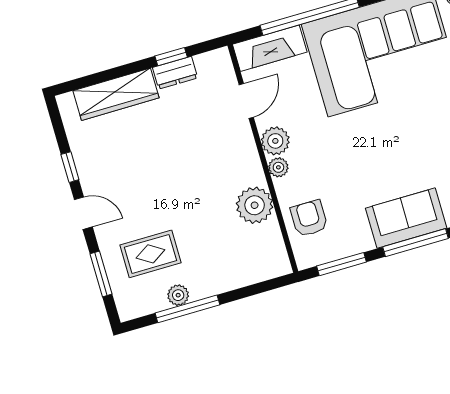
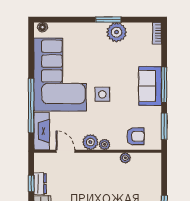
side table: (367, 137) -> (102, 94), added
plant: (255, 205) -> (125, 158), width x0.53, depth x0.53
armchair: (309, 218) -> (136, 136), turned 180

